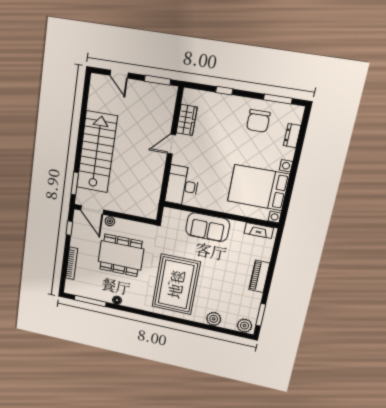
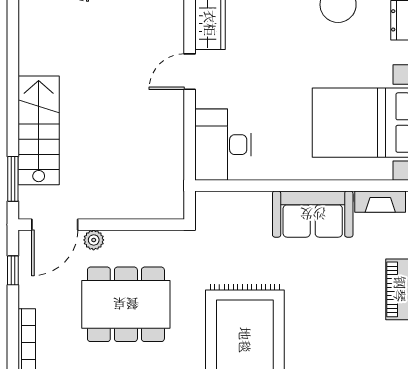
stairs: (97, 152) -> (39, 130), width x0.73, depth x0.66
door: (92, 210) -> (55, 225), hinge flipped
sofa: (208, 227) -> (313, 214), moved

